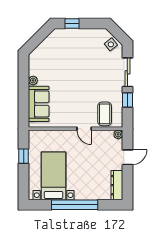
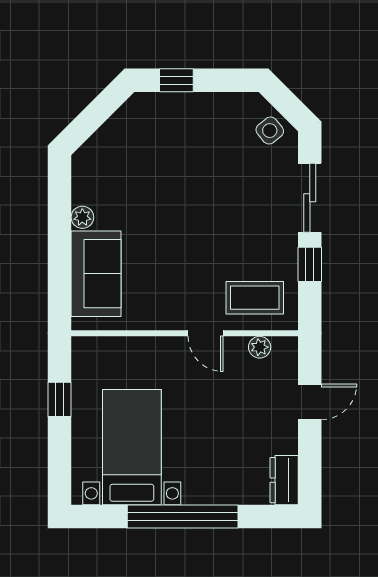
coffee table: (105, 114) -> (255, 298), turned 90
plant: (118, 134) -> (260, 347), moved
dresser: (117, 185) -> (284, 480), width x0.70

